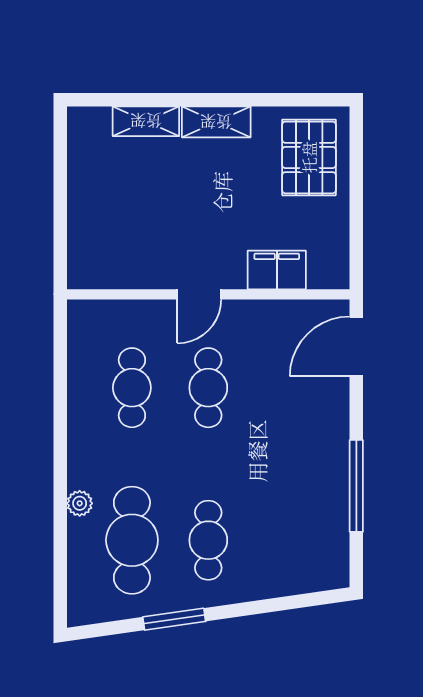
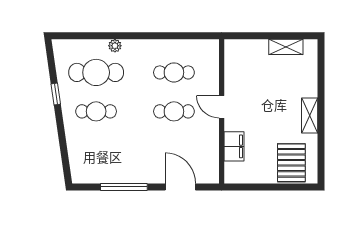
shelving: (146, 121) -> (286, 47), moved, turned 90
pallet: (309, 157) -> (291, 163), turned 90
door: (356, 346) -> (180, 187), moved
window: (174, 619) -> (56, 94), width x0.67

